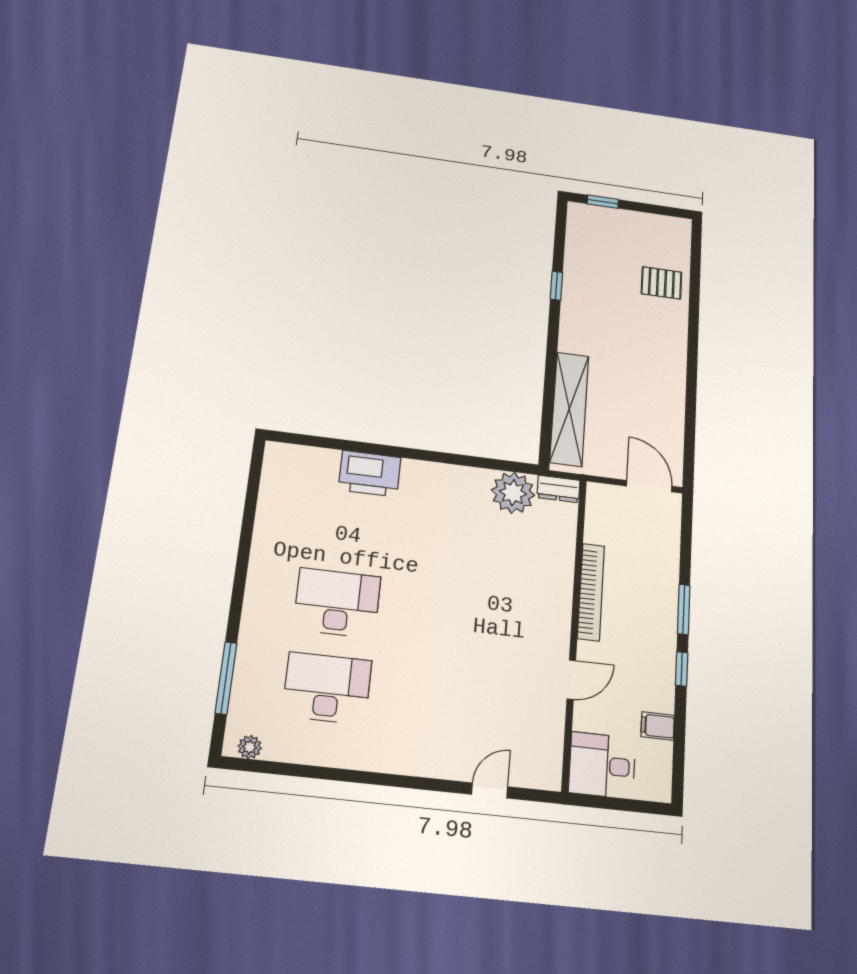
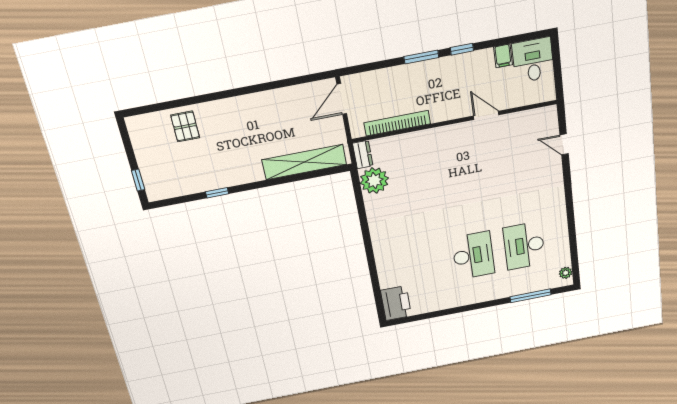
printer: (370, 474) -> (396, 303), moved
bookcase: (591, 592) -> (397, 123), moved
desk: (337, 603) -> (473, 256), turned 180
desk: (602, 765) -> (533, 60), moved, turned 180

